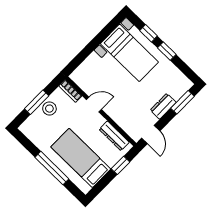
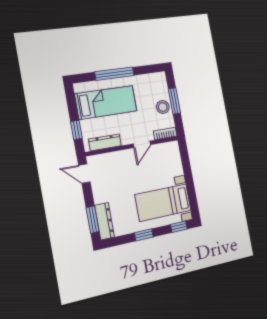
window: (149, 33) -> (179, 227), moved
dresser: (163, 106) -> (104, 221), moved, width x1.44

